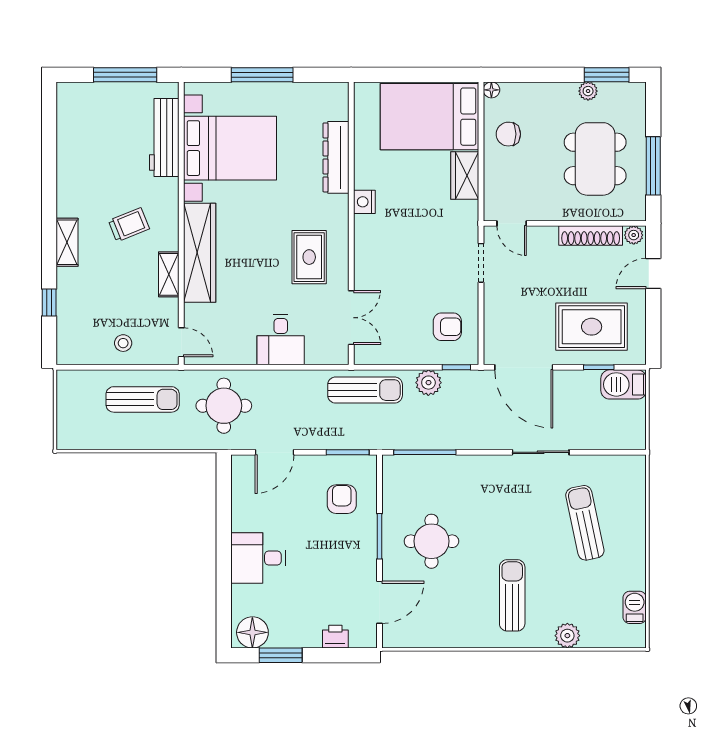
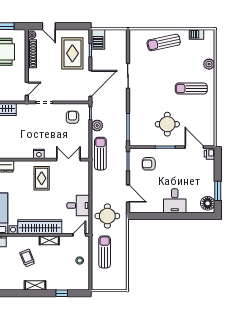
nightstand: (364, 202) -> (39, 154), moved
rug: (309, 257) -> (42, 178), turned 90
desk: (281, 340) -> (78, 205), moved
sun lounger: (585, 523) -> (164, 43), moved
printer: (335, 637) -> (209, 154), moved

